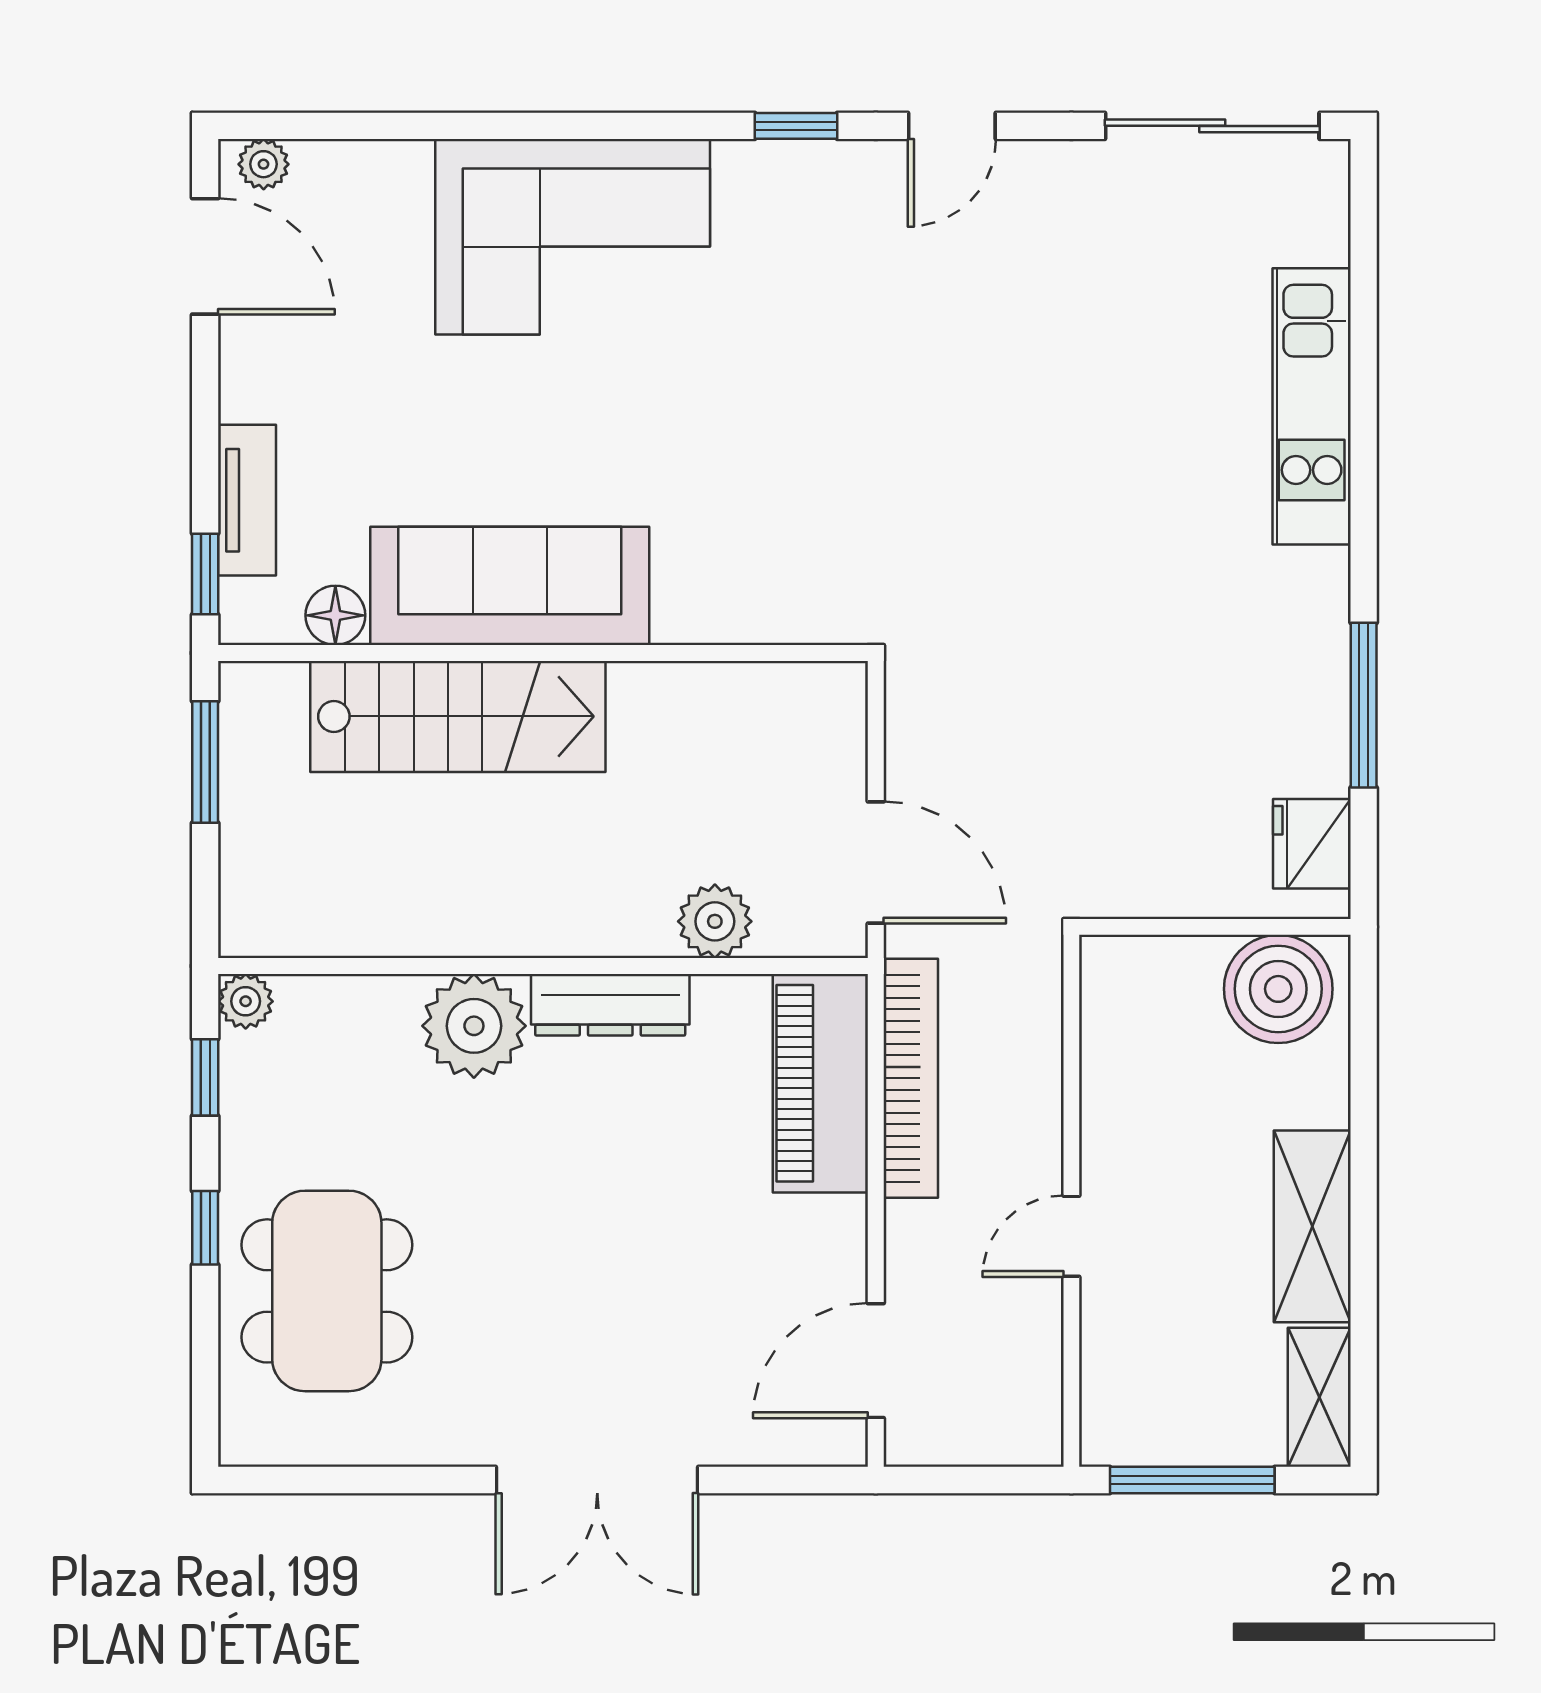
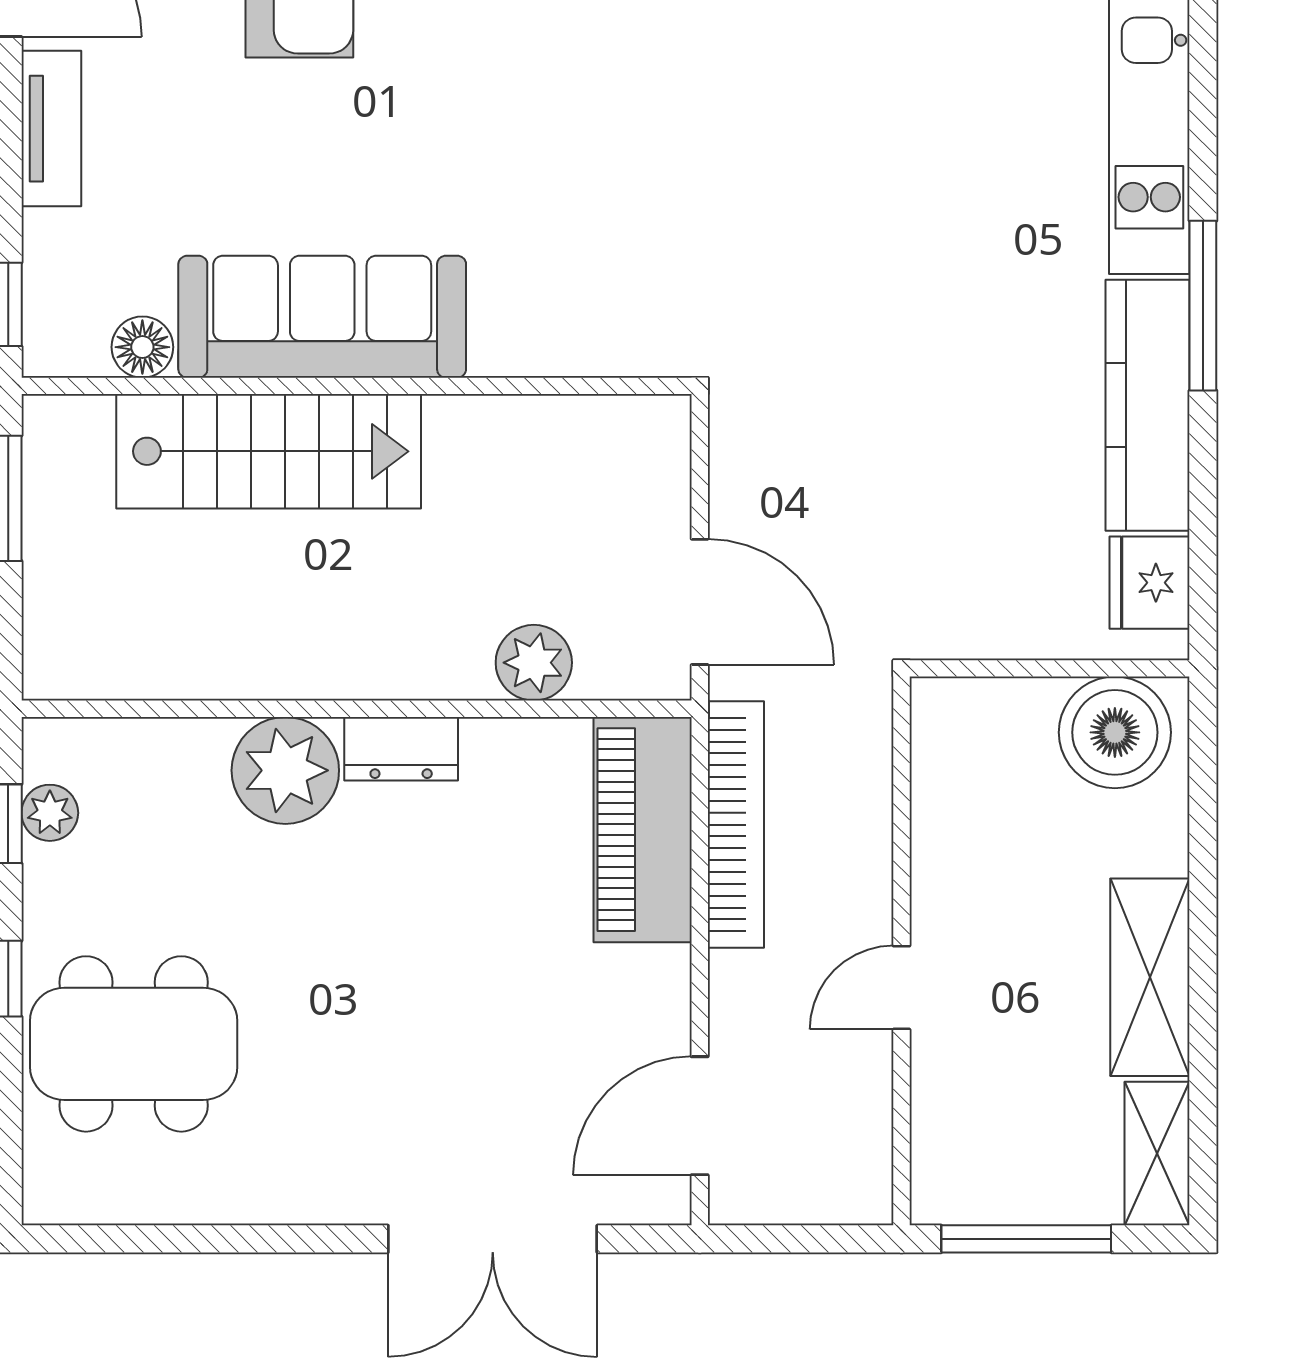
tv unit: (247, 500) -> (51, 129), moved
kitchen counter: (1310, 672) -> (1148, 405), added
window: (1364, 705) -> (1203, 306), moved
plant: (246, 1001) -> (50, 813), moved
dresser: (610, 1005) -> (401, 749), width x0.70
dining table: (327, 1291) -> (134, 1044), turned 90
double door: (597, 1480) -> (493, 1239), moved

